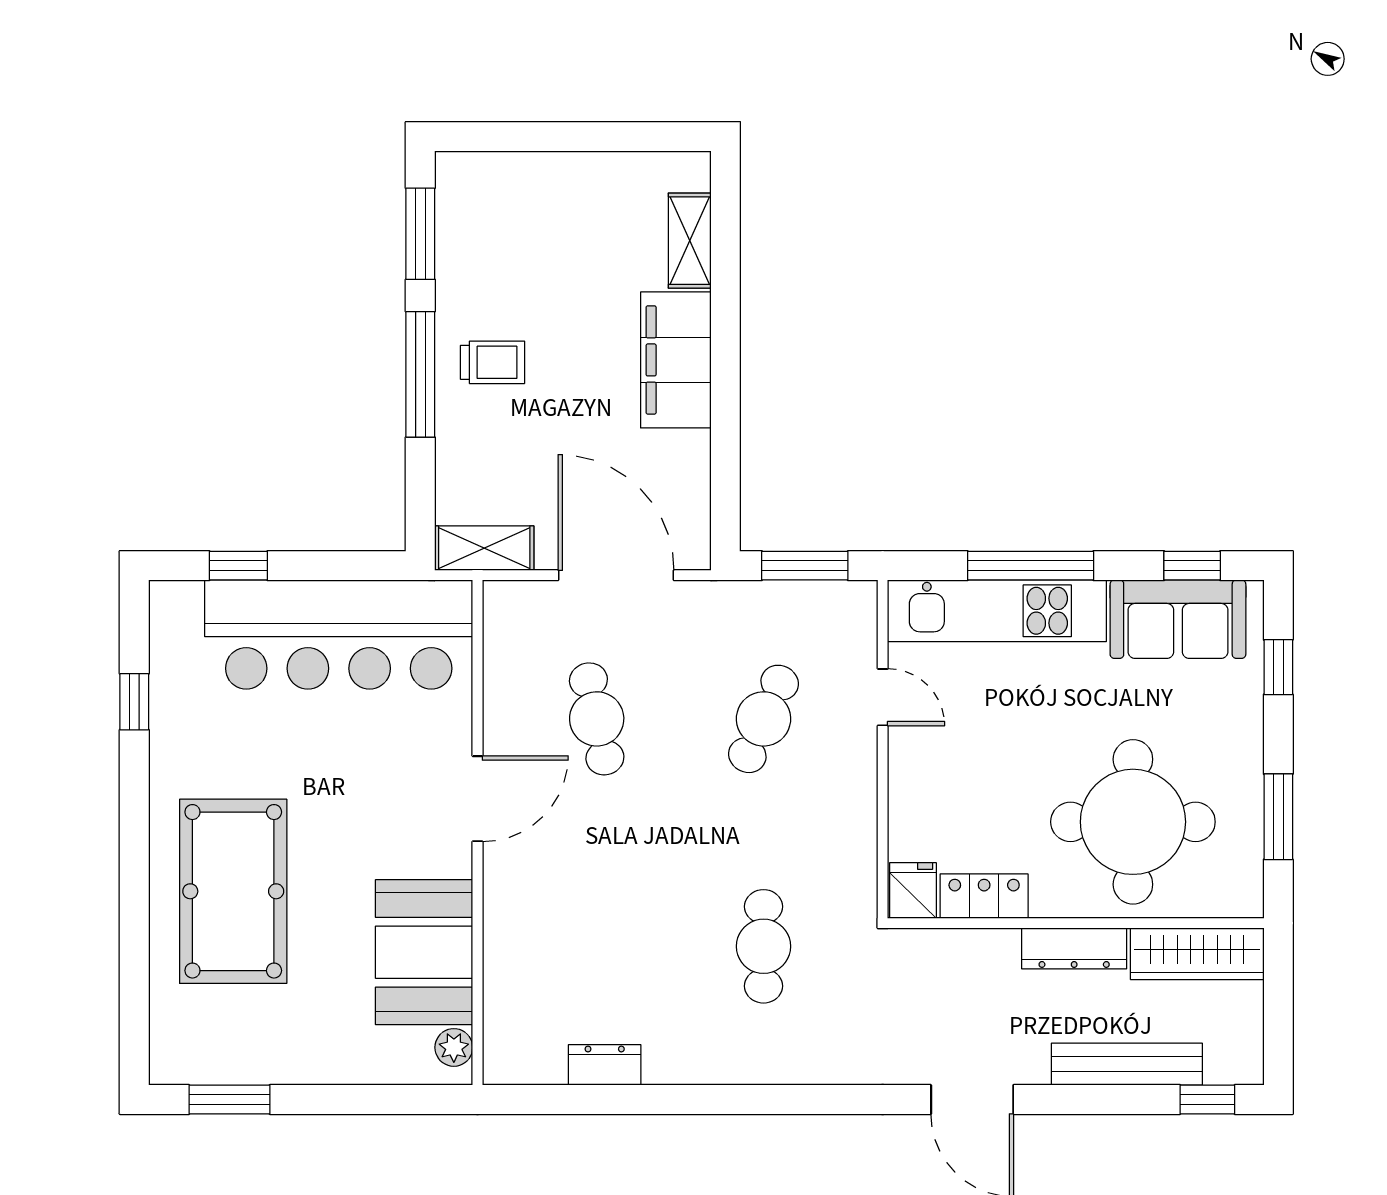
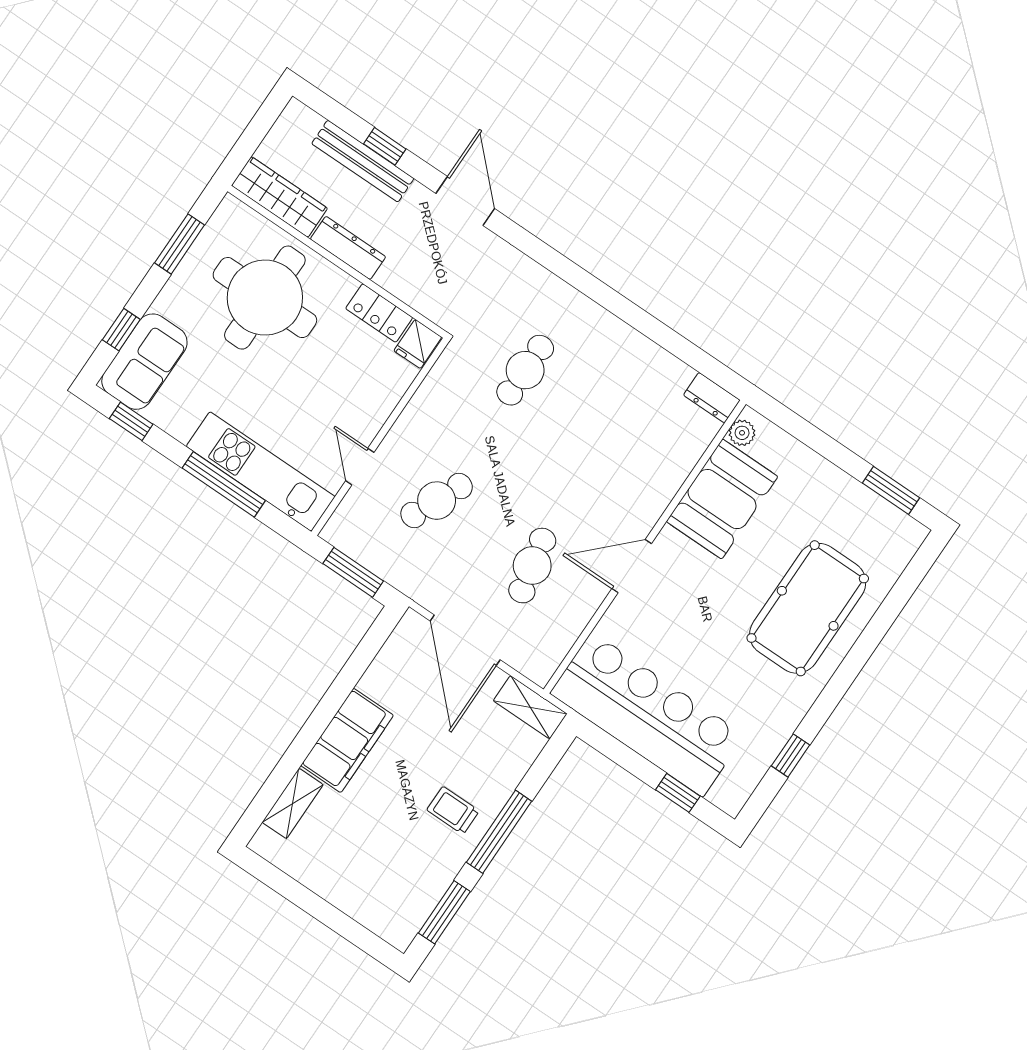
sofa: (1178, 619) -> (144, 362), moved, turned 90
dresser: (605, 1065) -> (712, 398), moved
window: (1207, 1100) -> (385, 146), moved

